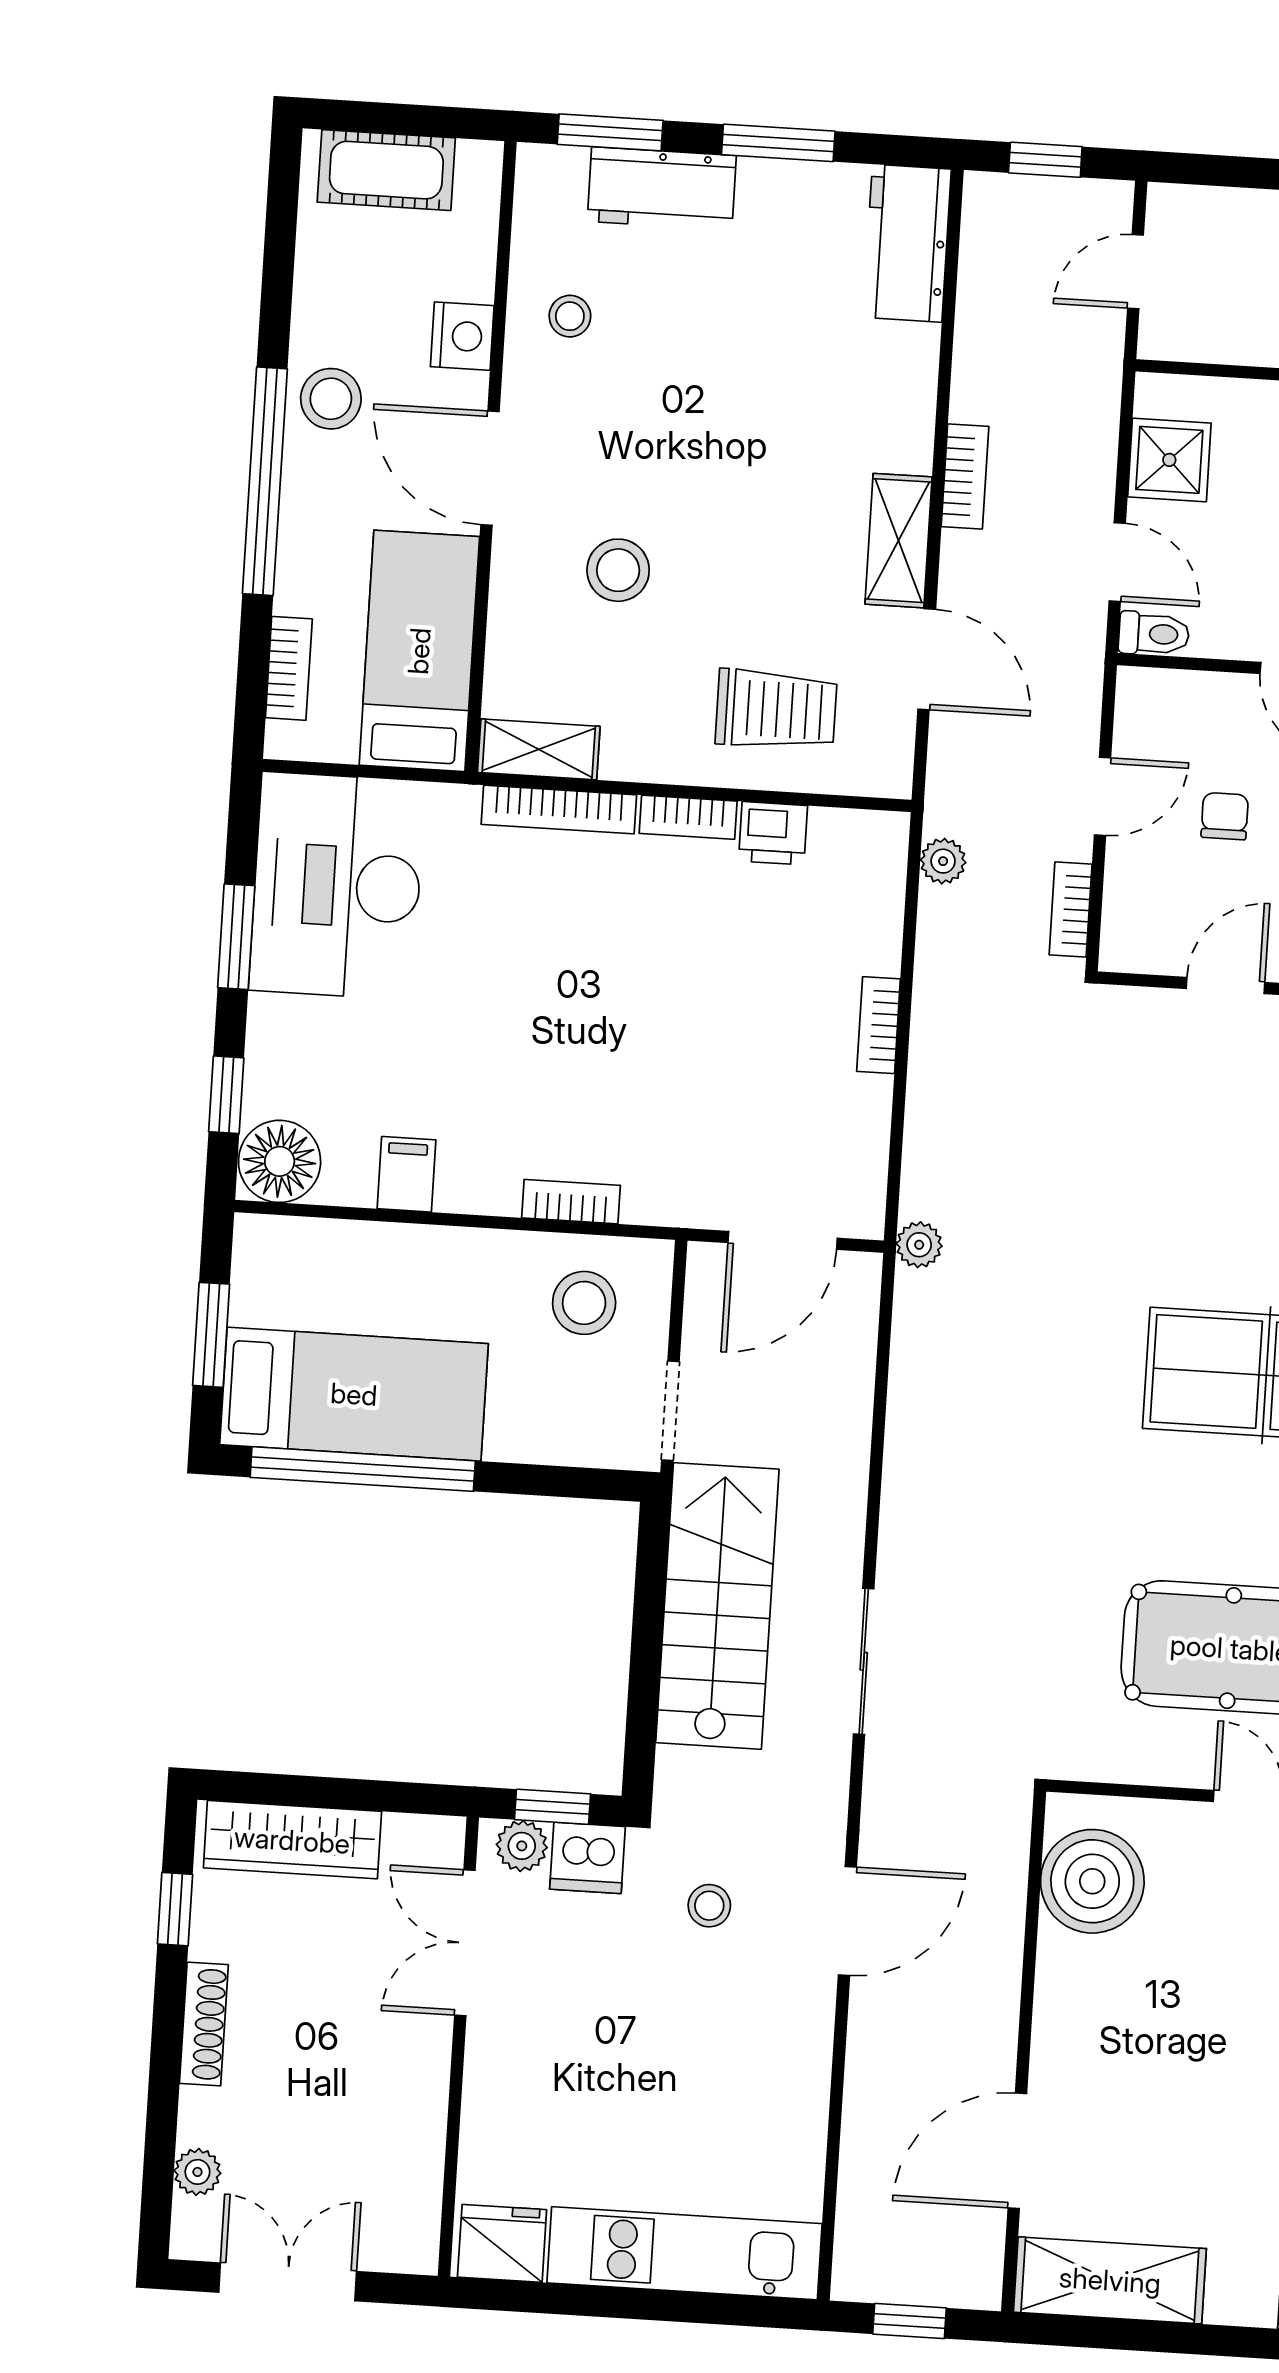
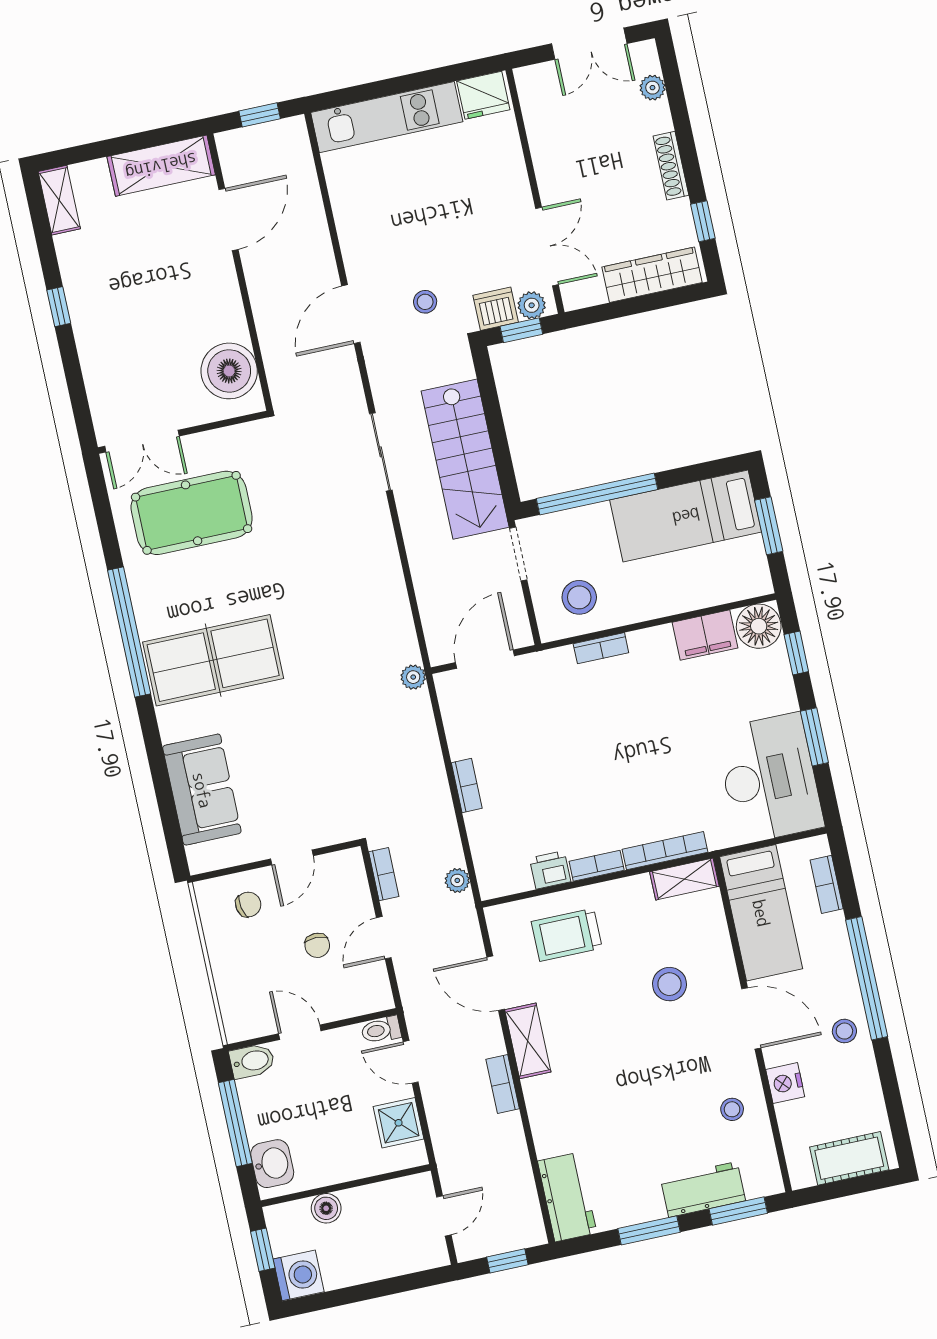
stool: (331, 399) -> (844, 1031), width x0.73, depth x0.73
filing cabinet: (407, 1174) -> (705, 635), width x2.00
window: (363, 1469) -> (597, 494), moved

